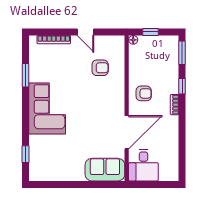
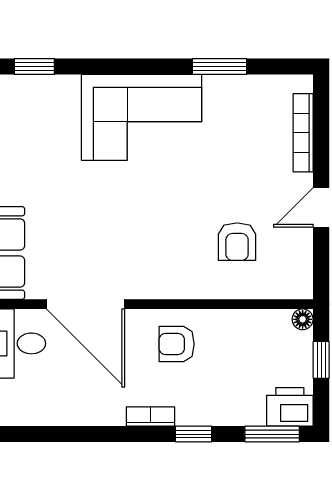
printer: (170, 45) -> (290, 407), added
armchair: (144, 93) -> (177, 344), turned 90

